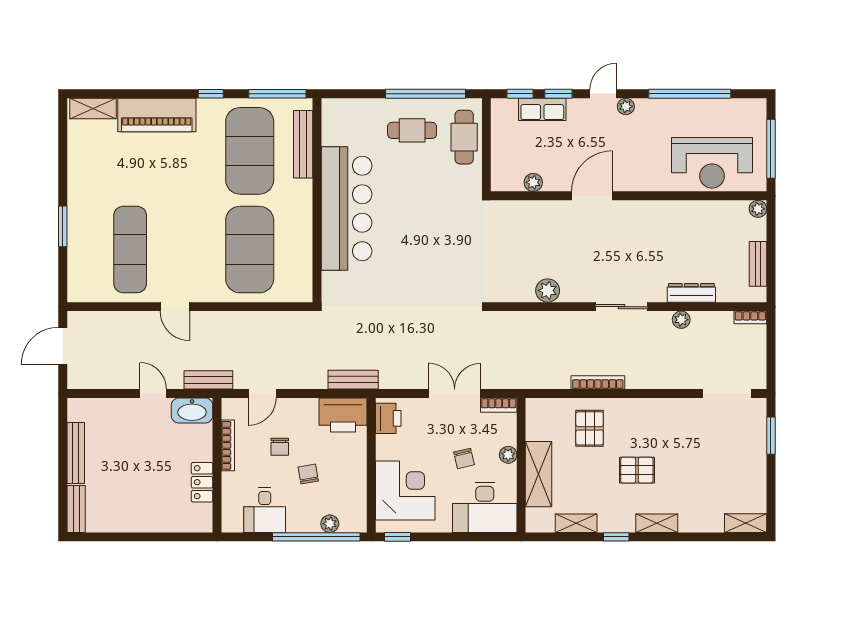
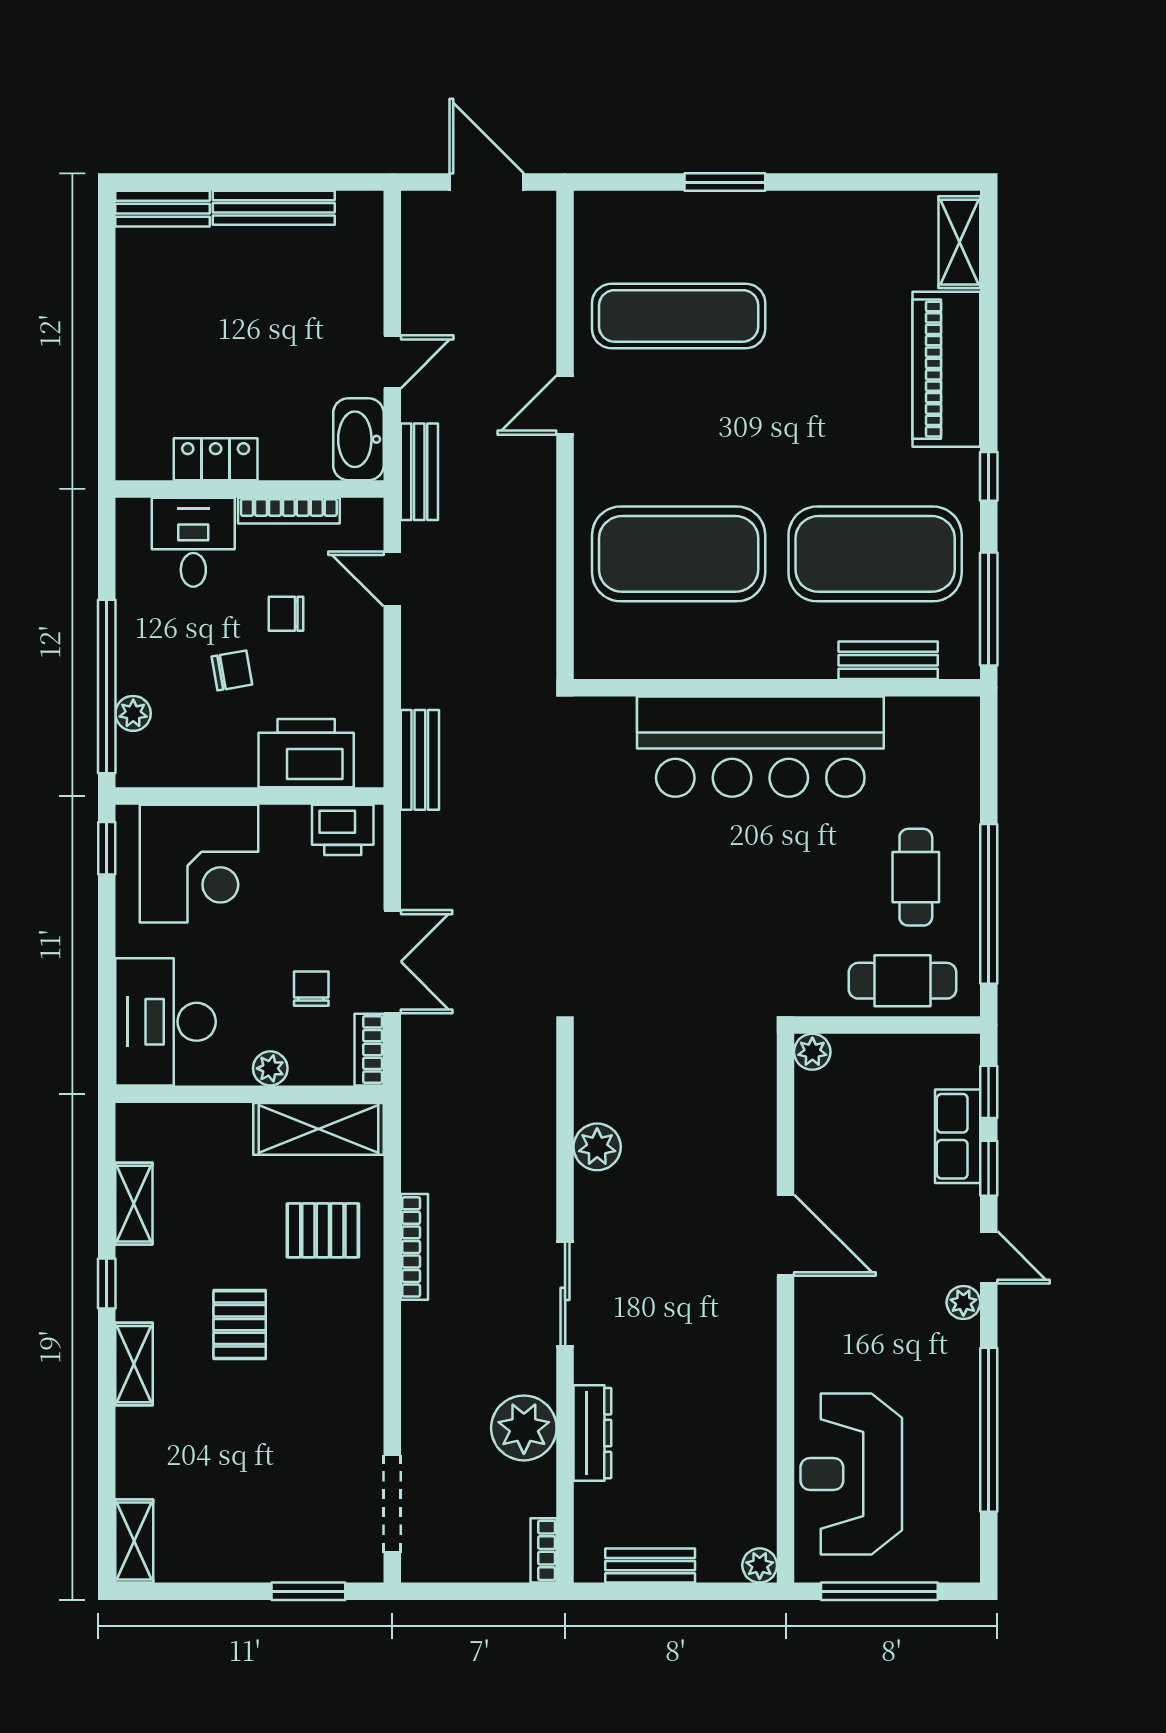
bench: (303, 144) -> (888, 660), width x0.73
plant: (533, 182) -> (812, 1052), moved
plant: (681, 320) -> (524, 1428), width x1.88, depth x1.88
printer: (343, 415) -> (306, 753), moved, turned 90
chair: (464, 458) -> (311, 989), moved, turned 103
shelving: (539, 474) -> (318, 1129), moved
desk: (265, 510) -> (193, 542), moved, turned 90

